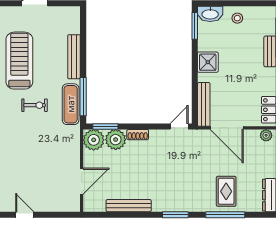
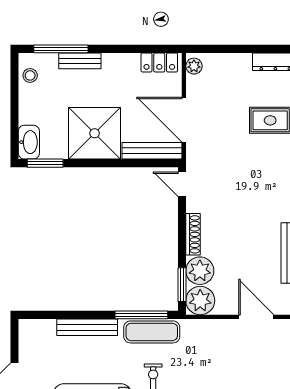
stool: (237, 18) -> (30, 75), moved
shower: (208, 62) -> (95, 133), width x1.86, depth x1.86
door: (227, 128) -> (184, 120), swing flipped
shoe rack: (138, 135) -> (193, 234), width x1.43

